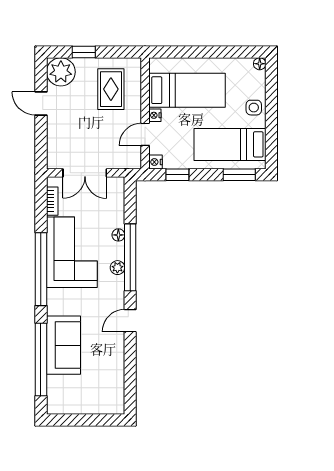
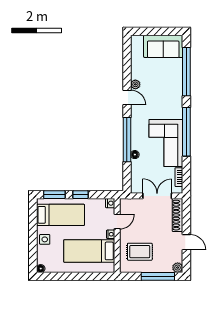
window: (84, 52) -> (158, 276), width x2.17
plant: (61, 72) -> (178, 268), width x0.53, depth x0.53
rug: (111, 89) -> (140, 252), turned 90
shoe rack: (54, 144) -> (178, 215), added
window: (177, 175) -> (80, 195), moved
plant: (117, 268) -> (135, 84), moved
door: (130, 321) -> (127, 98), hinge flipped
sofa: (63, 345) -> (163, 46), moved, turned -90

